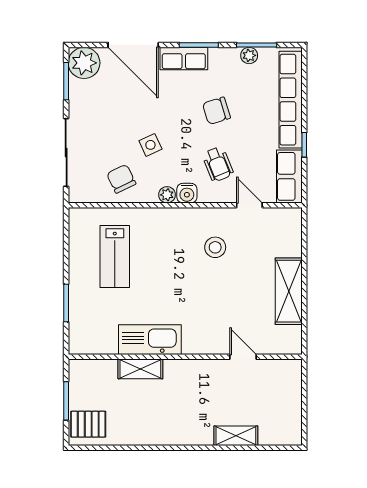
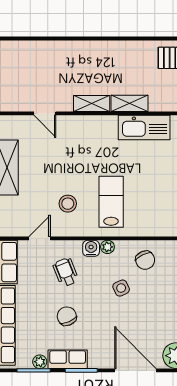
row of seats: (184, 59) -> (68, 359), moved
chair: (216, 111) -> (67, 316), turned -96
door: (249, 205) -> (40, 238), swing flipped
lab bench: (115, 257) -> (111, 202), moved
kitchen sink: (150, 340) -> (144, 128), moved
shelving: (236, 436) -> (92, 104), moved

